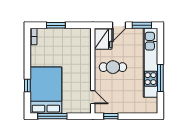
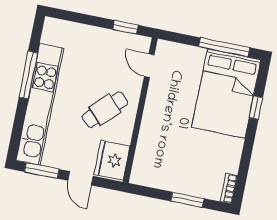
door: (119, 25) -> (80, 178), swing flipped
cafe table: (113, 67) -> (105, 110), turned -44

